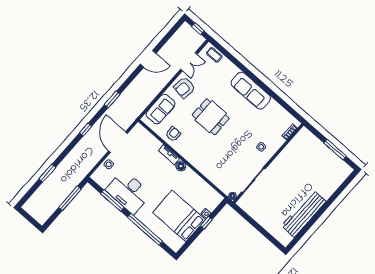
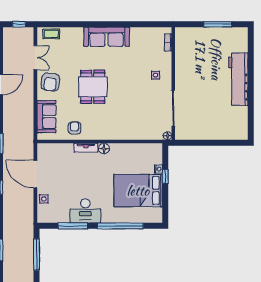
dining table: (211, 117) -> (93, 87), turned 90
desk: (128, 192) -> (85, 211), width x0.73, depth x0.77
workbench: (304, 214) -> (238, 79), moved

